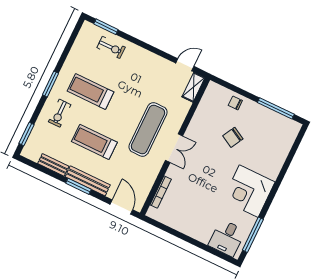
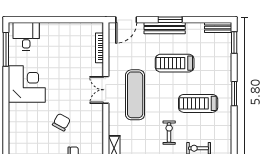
treadmill: (90, 91) -> (198, 103), turned 180
exercise bike: (60, 113) -> (169, 133), moved
treadmill: (94, 142) -> (175, 63), turned 180
bench: (53, 165) -> (218, 28), moved
door: (121, 207) -> (126, 20), hinge flipped

